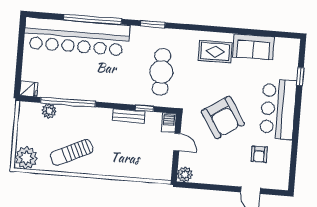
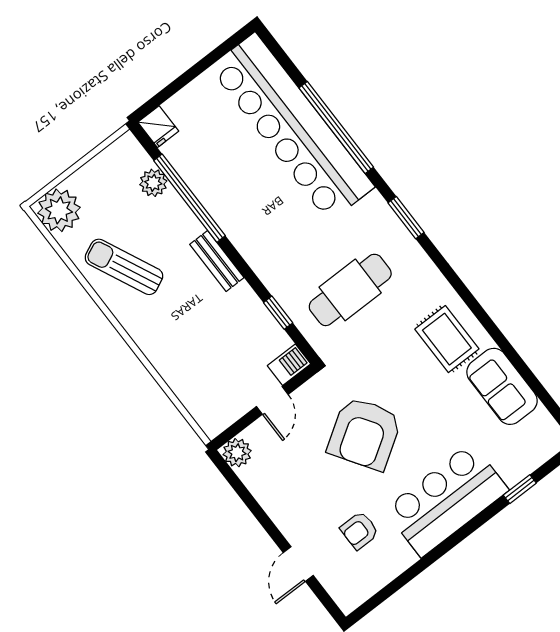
bench: (129, 116) -> (217, 261), moved

